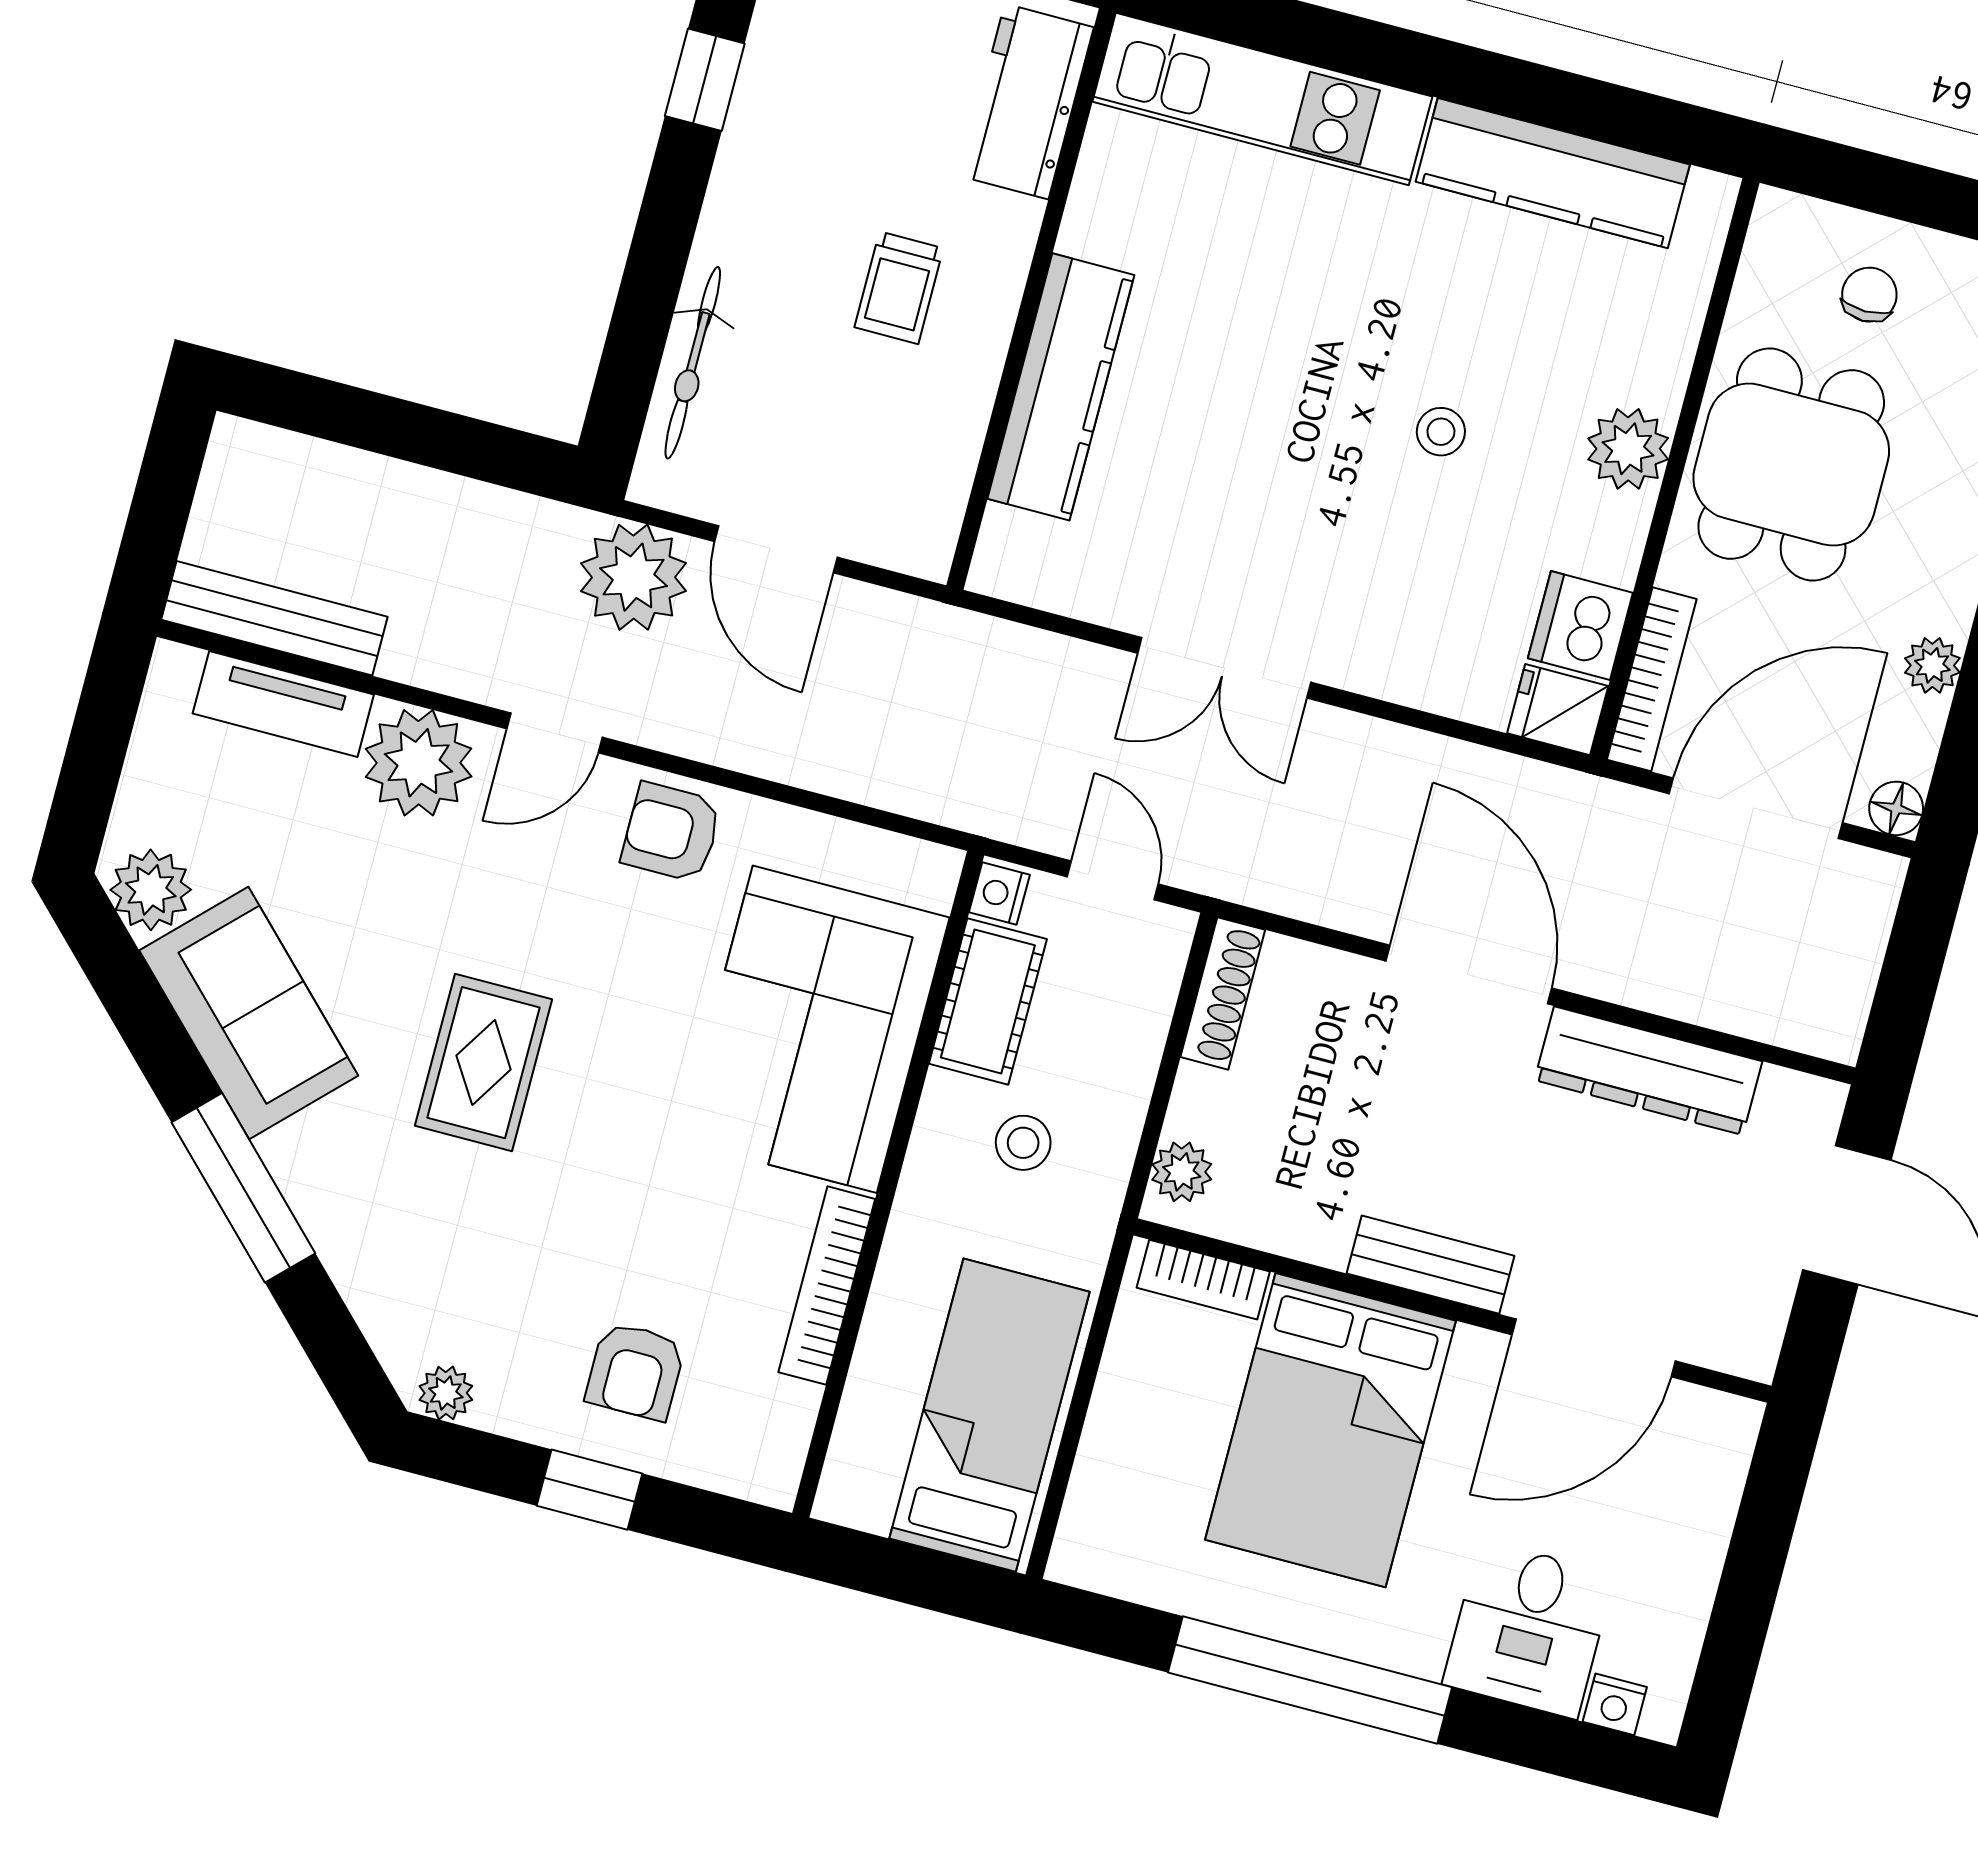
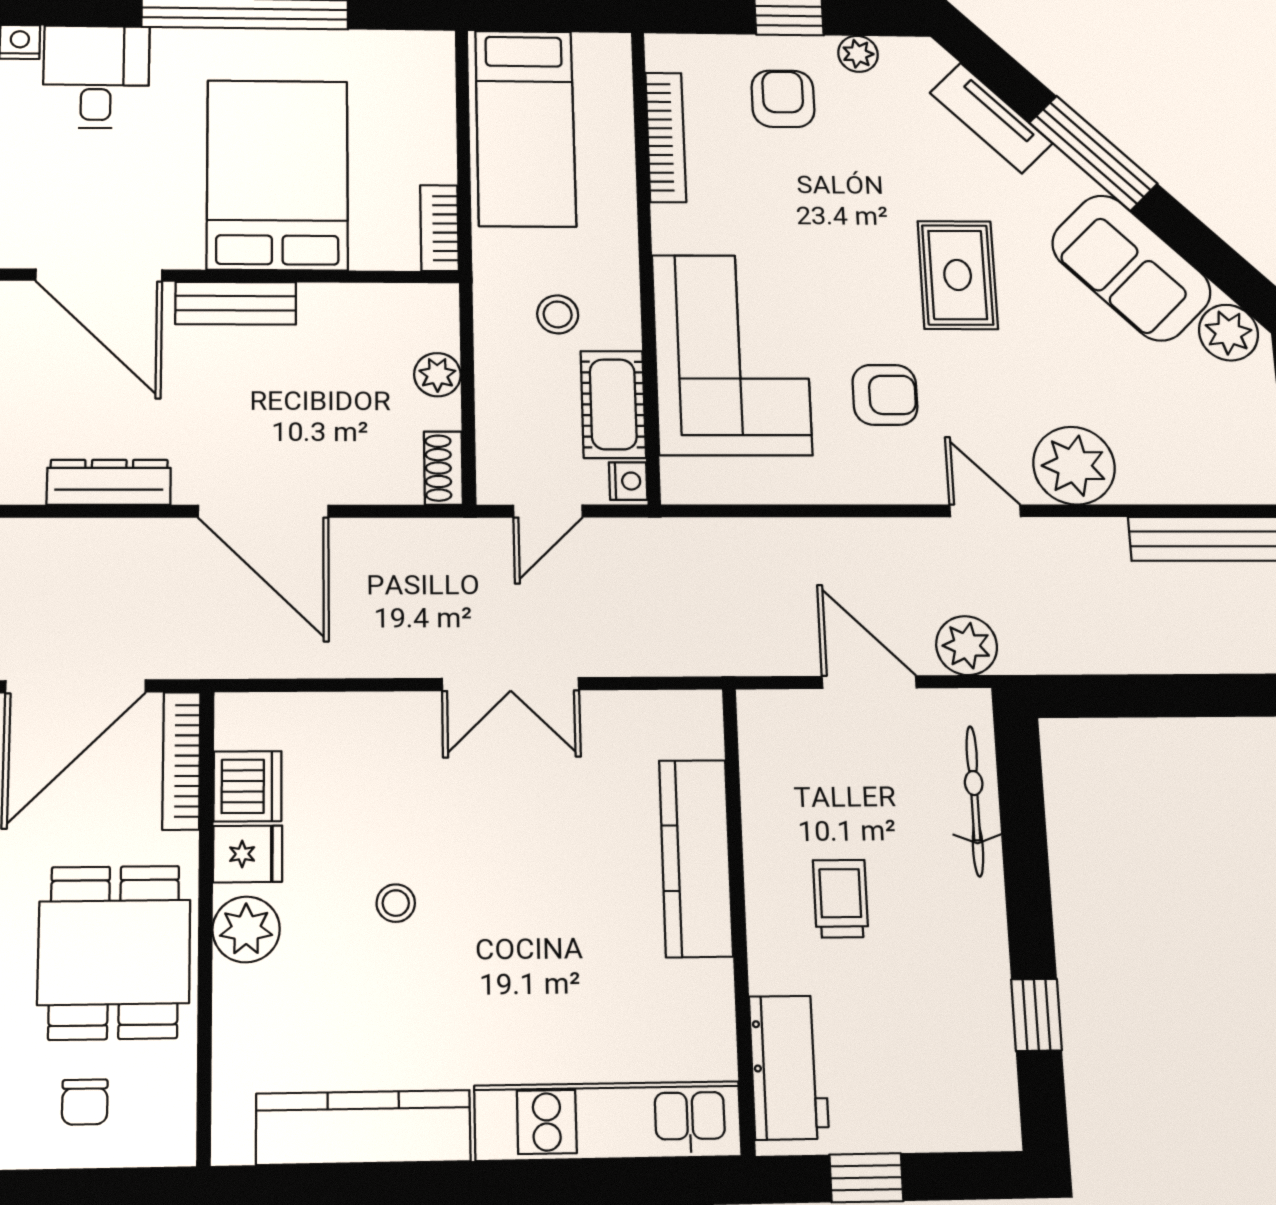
plant: (634, 577) -> (967, 646), width x0.73, depth x0.73
double door: (1224, 668) -> (511, 684), swing flipped
tv unit: (283, 704) -> (991, 118), moved, turned -135
fridge: (1558, 710) -> (248, 854), moved
door: (555, 733) -> (985, 511), hinge flipped
armchair: (671, 832) -> (885, 395), moved
door: (1113, 880) -> (548, 511), hinge flipped
shoe rack: (1223, 993) -> (443, 468), width x0.70
dresser: (1648, 1071) -> (109, 482), width x0.73, depth x0.80
plant: (1182, 1172) -> (437, 375), moved
bookcase: (1203, 1280) -> (440, 228), moved, turned -90
bookcase: (827, 1286) -> (666, 137), moved
door: (1594, 1348) -> (99, 275), swing flipped
plant: (446, 1393) -> (858, 54), moved

